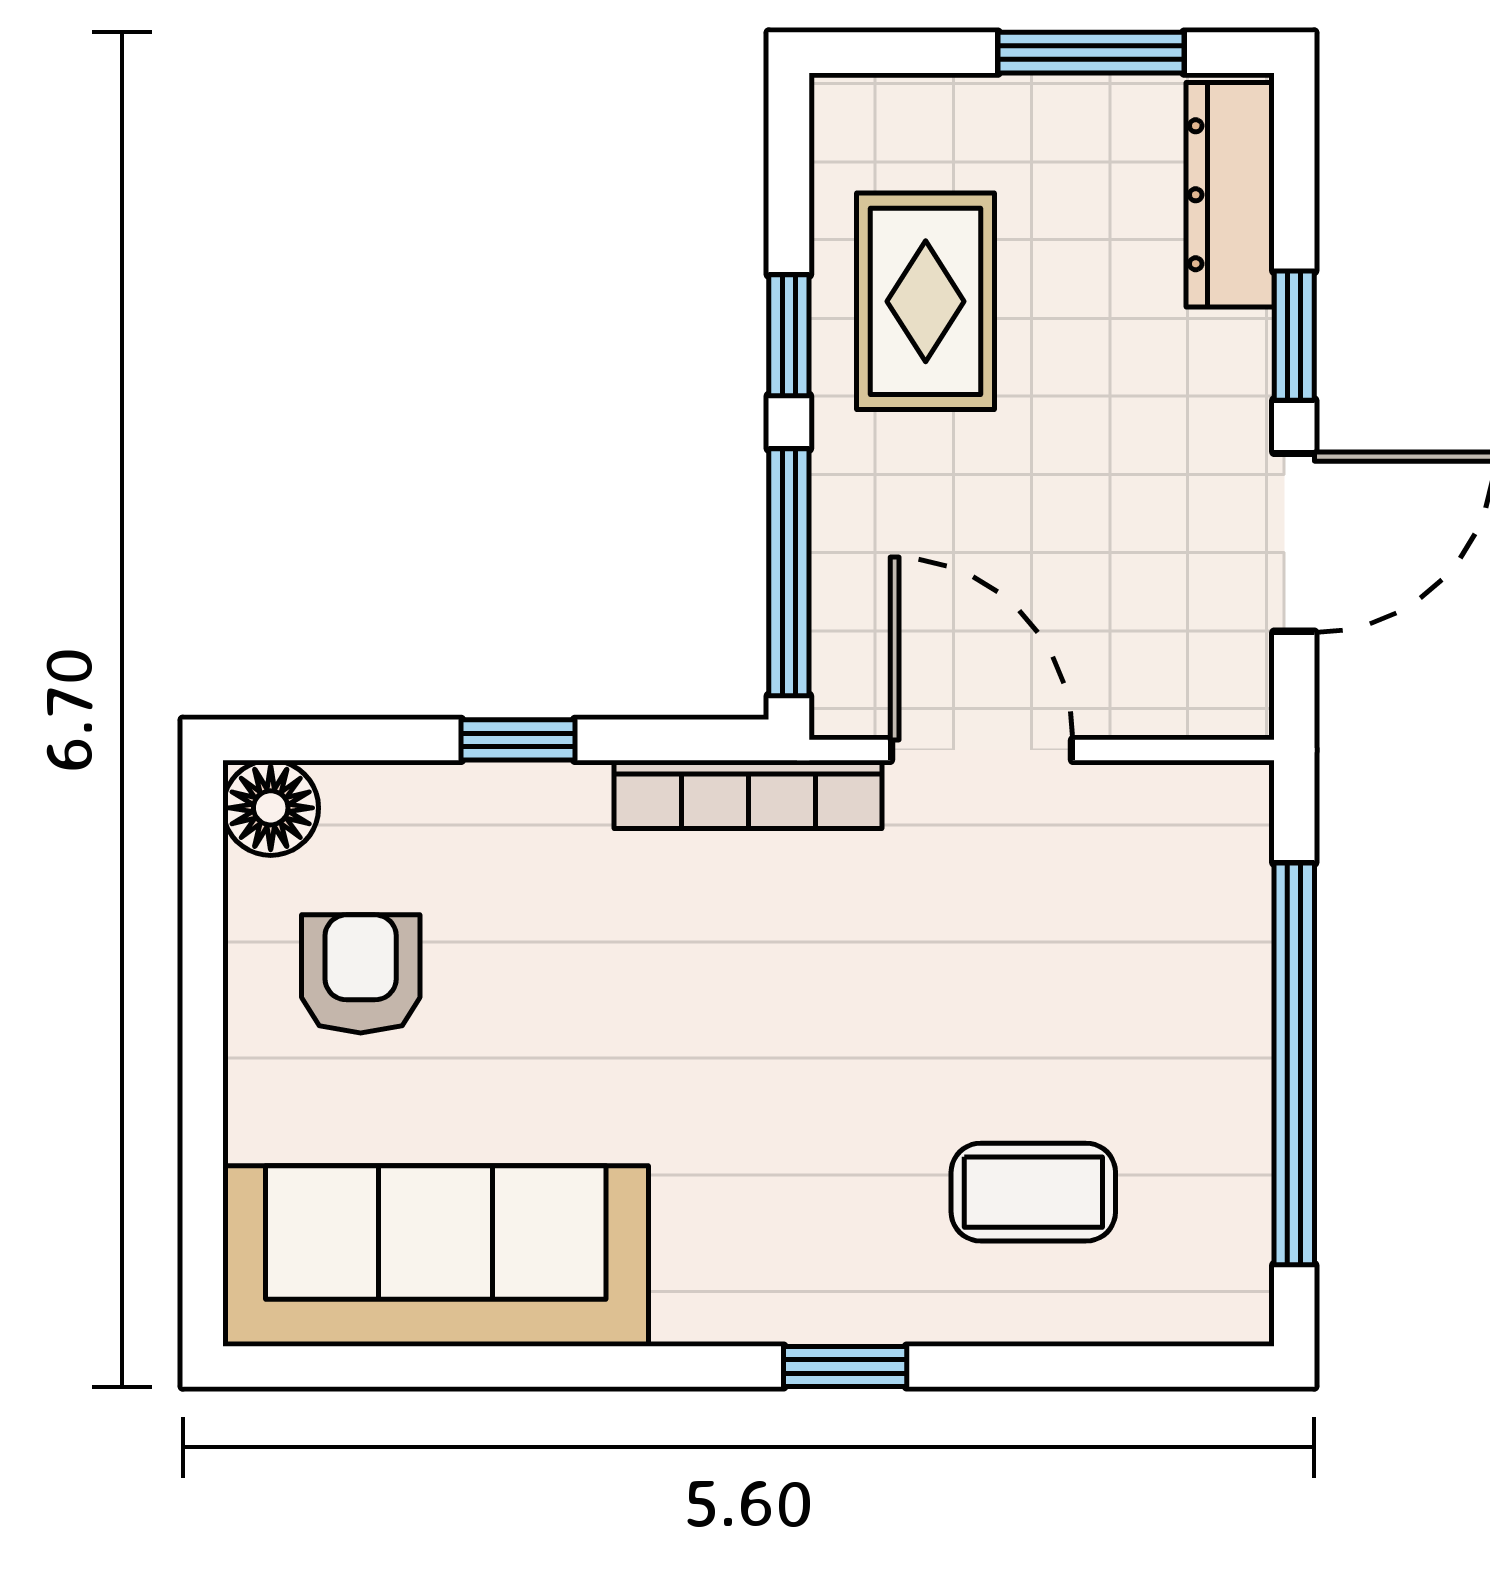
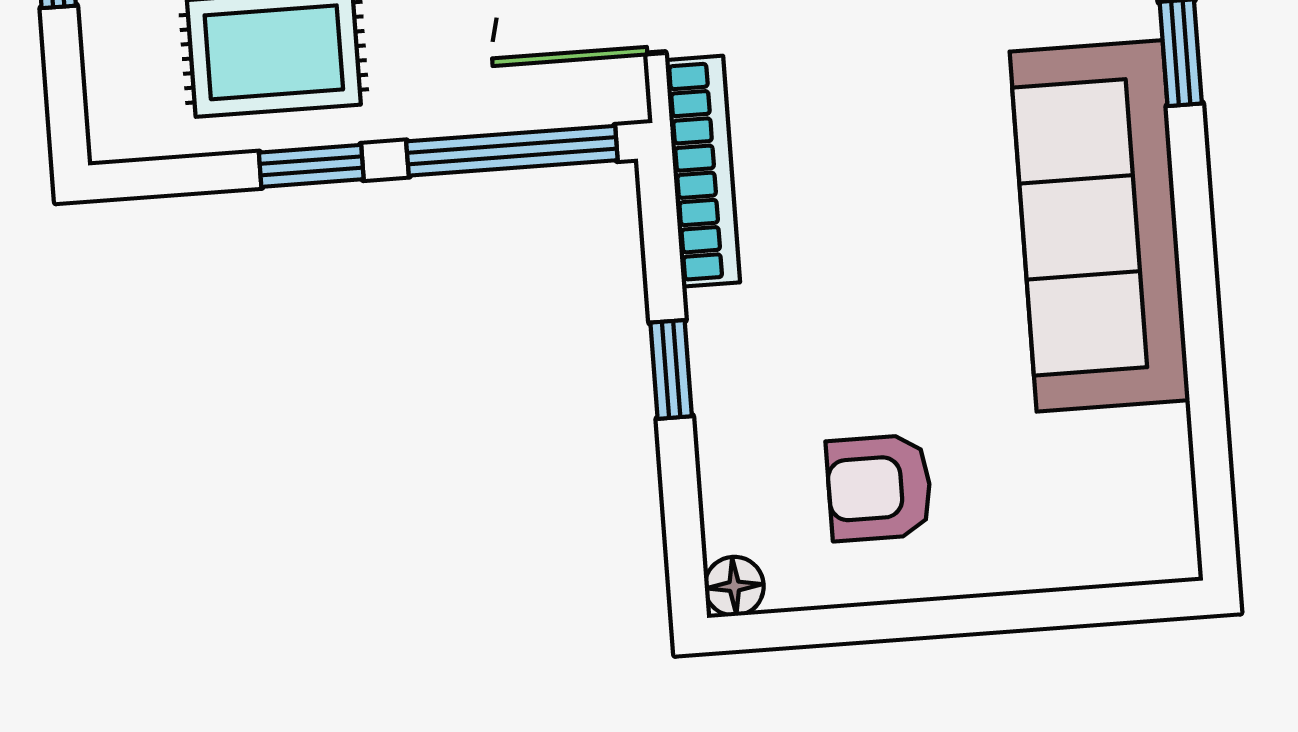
floor lamp: (271, 808) -> (734, 586), width x0.73, depth x0.73
sofa: (436, 1256) -> (1100, 226), moved

